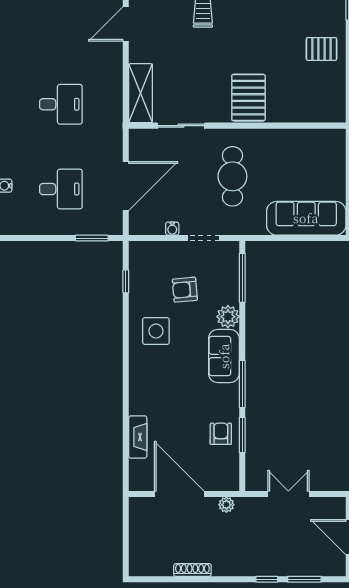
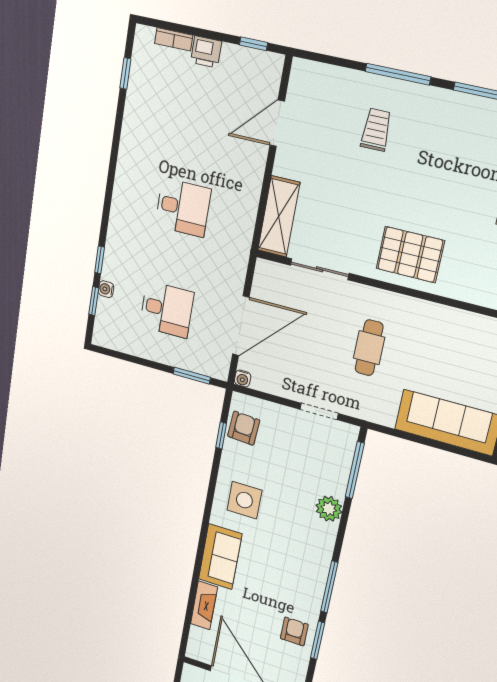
pallet: (248, 98) -> (410, 255), turned 90
cafe table: (232, 176) -> (369, 348), width x0.73, depth x0.74
water cooler: (172, 229) -> (243, 378), moved
armchair: (185, 290) -> (244, 428), moved, turned 99
sofa: (224, 356) -> (220, 557), moved, turned 180

